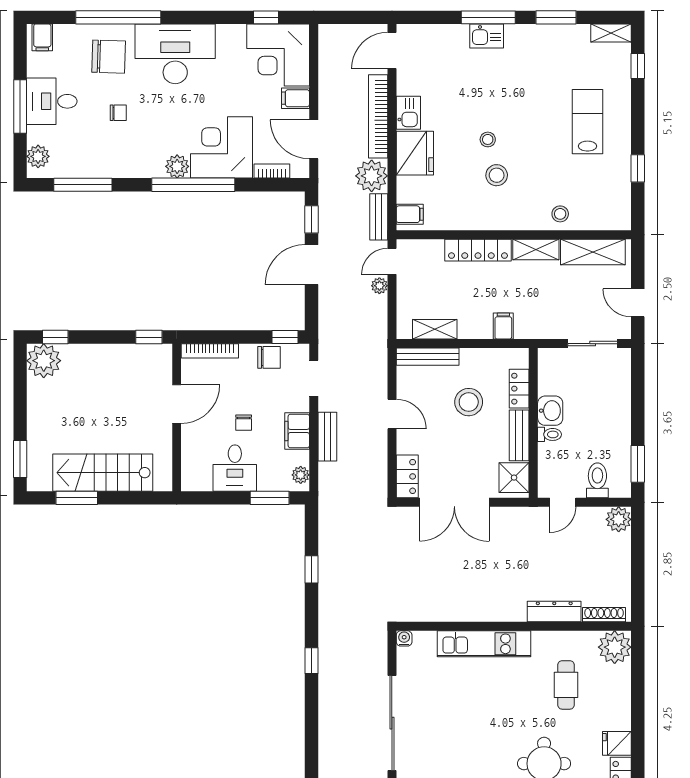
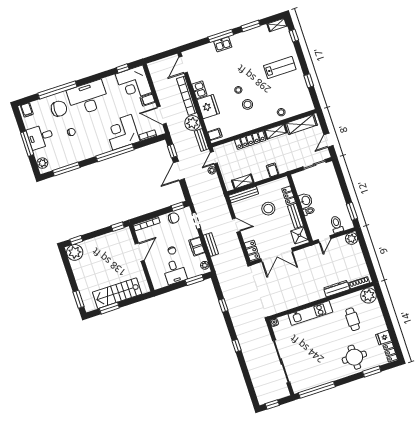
lab bench: (587, 122) -> (280, 67), turned 90
plant: (177, 166) -> (105, 147), removed
door: (638, 303) -> (328, 140), hinge flipped

